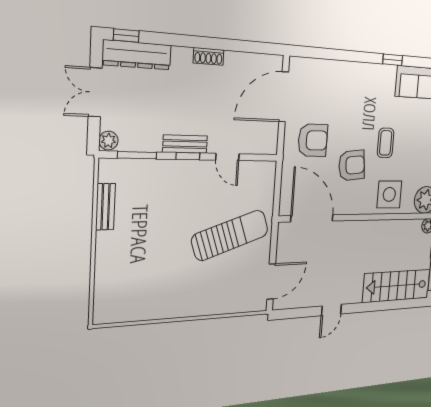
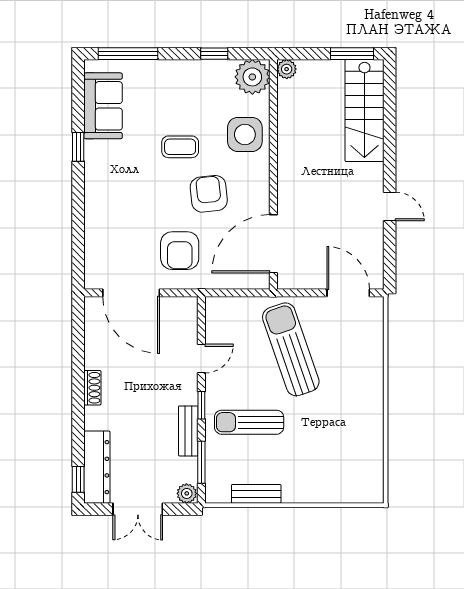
armchair: (313, 140) -> (180, 251), turned 180
bench: (185, 144) -> (188, 431), moved
sun lounger: (171, 199) -> (249, 422), added

